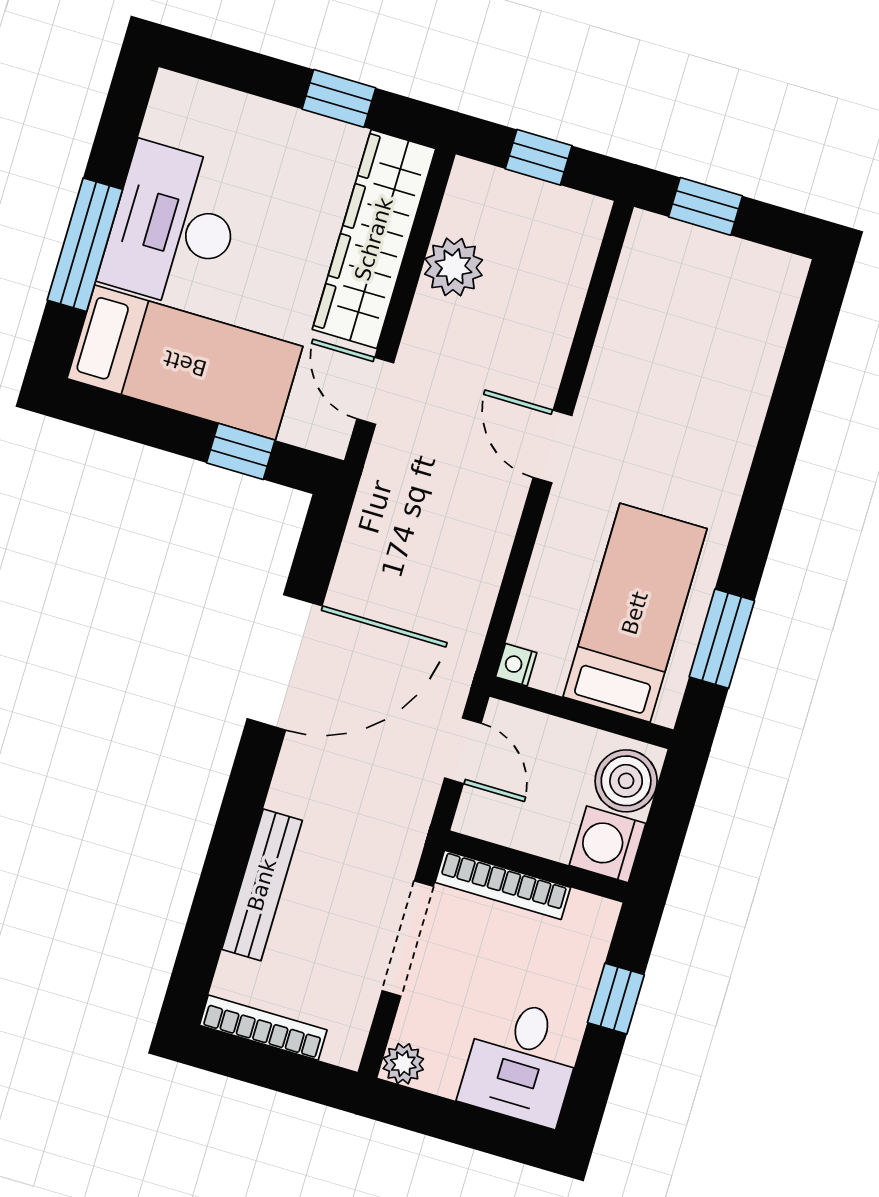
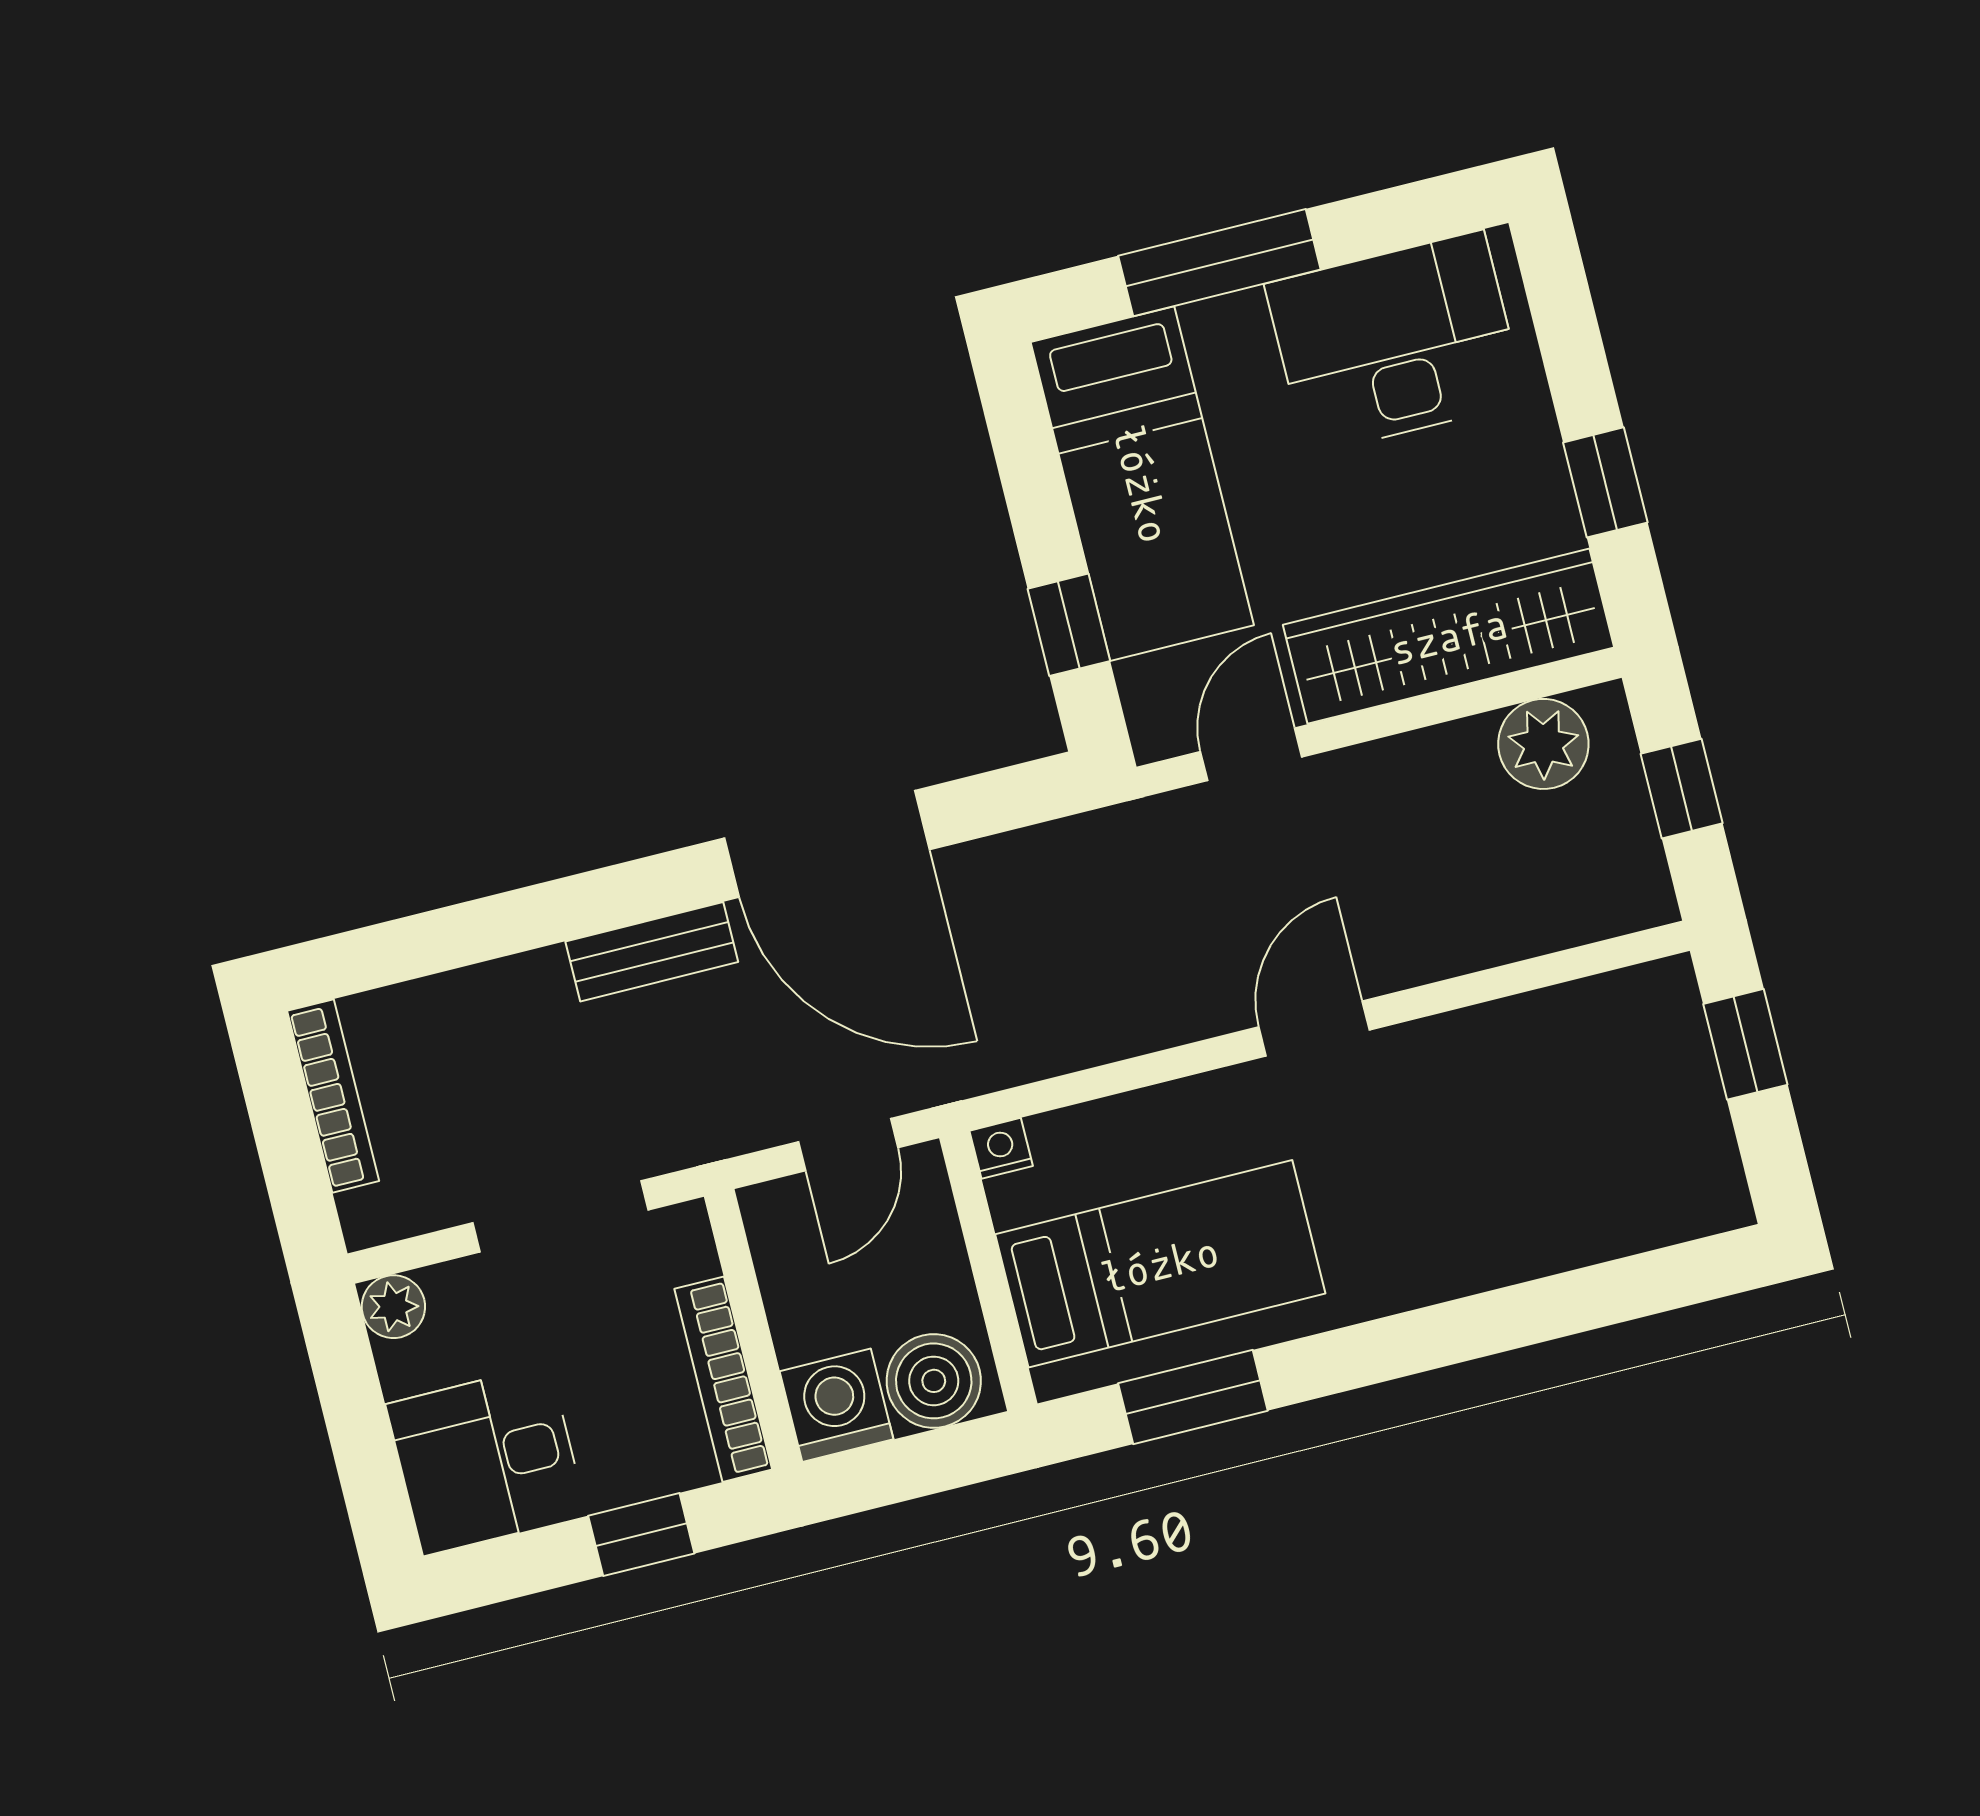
desk: (173, 226) -> (1395, 343), moved
plant: (454, 267) -> (1543, 744), moved
bench: (262, 885) -> (652, 952), moved, width x0.73
bookcase: (503, 885) -> (723, 1379), moved

